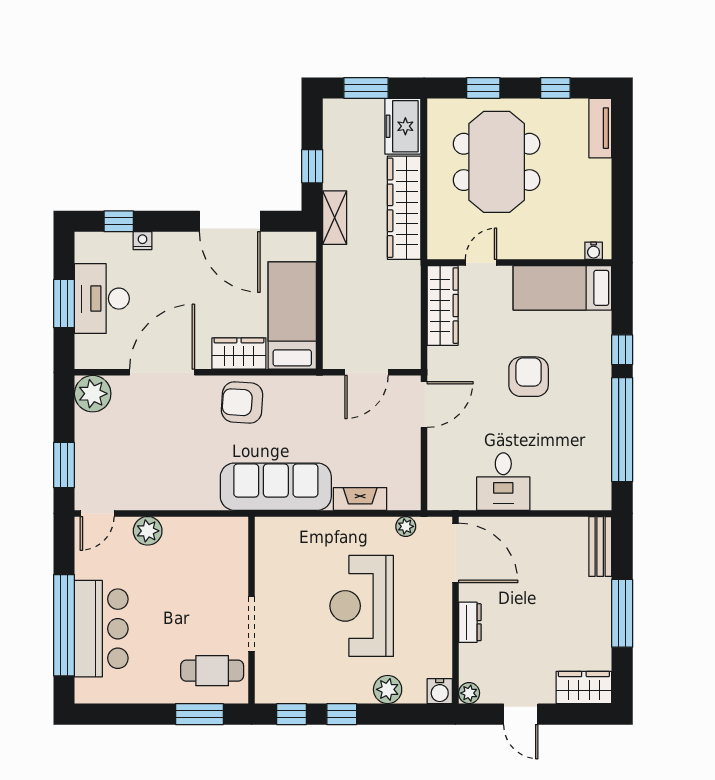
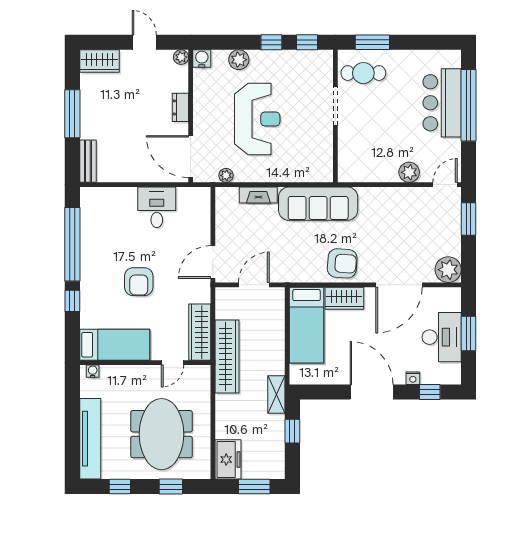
tv unit: (600, 128) -> (90, 439), width x1.92, depth x1.29
wardrobe: (404, 208) -> (227, 357), moved
door: (230, 221) -> (372, 392), moved

